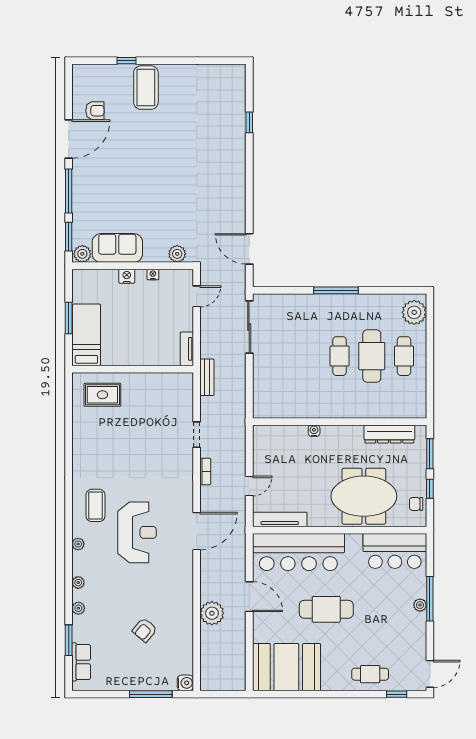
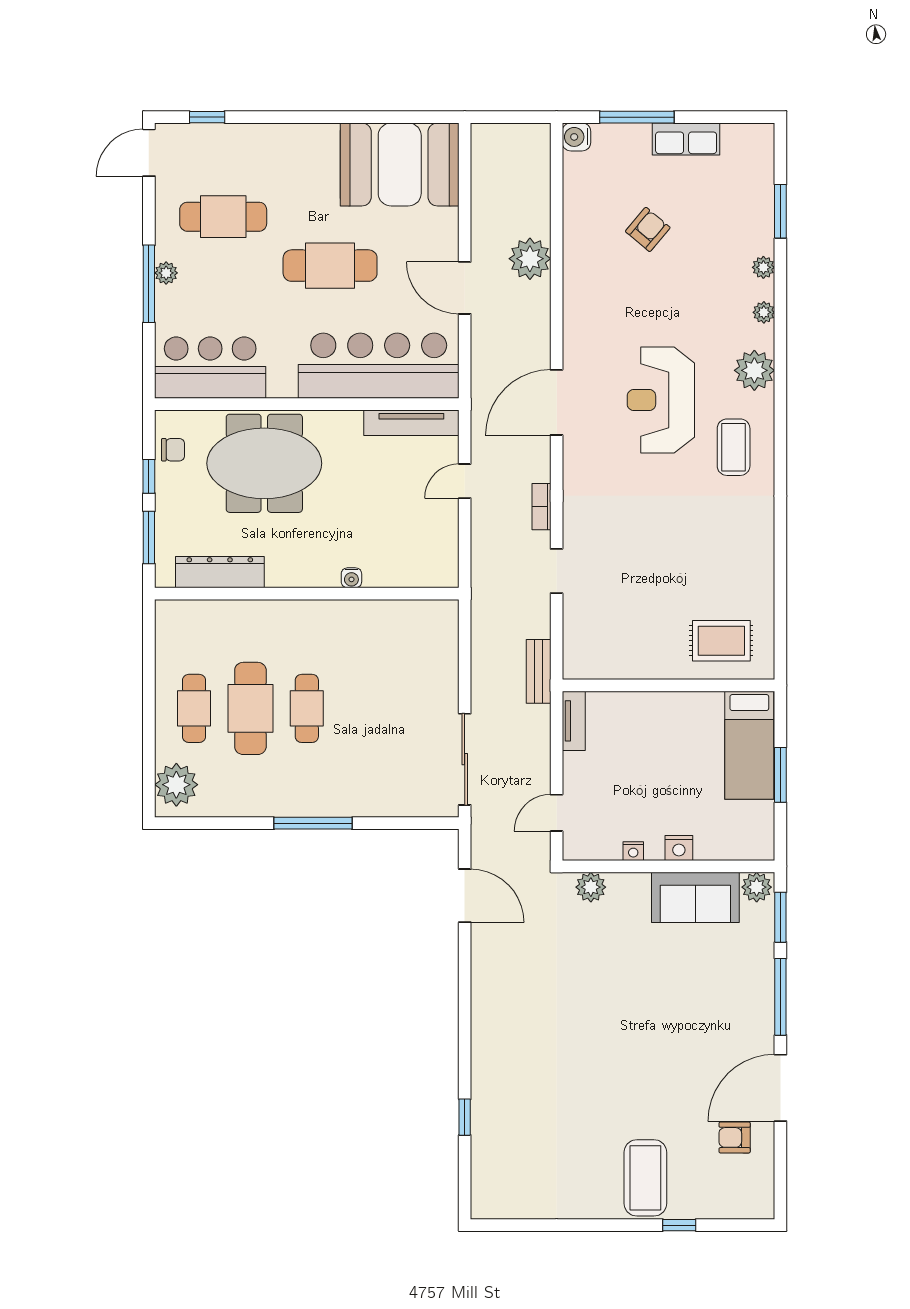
plant: (78, 544) -> (754, 370), width x1.87, depth x1.87
row of seats: (81, 662) -> (686, 139), moved, turned -90
cafe table: (370, 674) -> (223, 217), moved, width x1.37, depth x1.35

